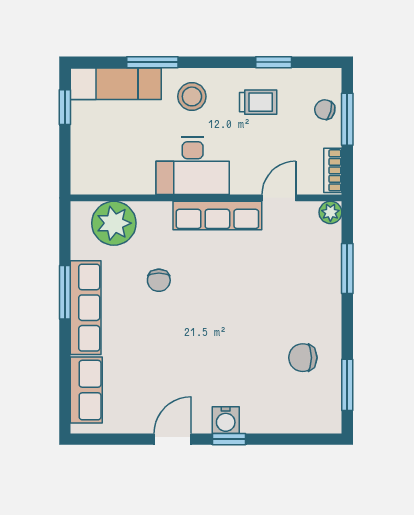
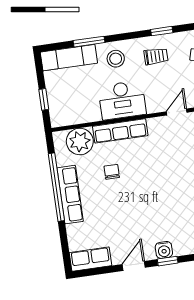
window: (65, 107) -> (44, 99), moved
row of seats: (217, 215) -> (120, 131), moved
chair: (159, 280) -> (112, 172), turned 180
window: (65, 292) -> (56, 187), width x2.11
row of seats: (86, 390) -> (90, 259), moved, turned -90

